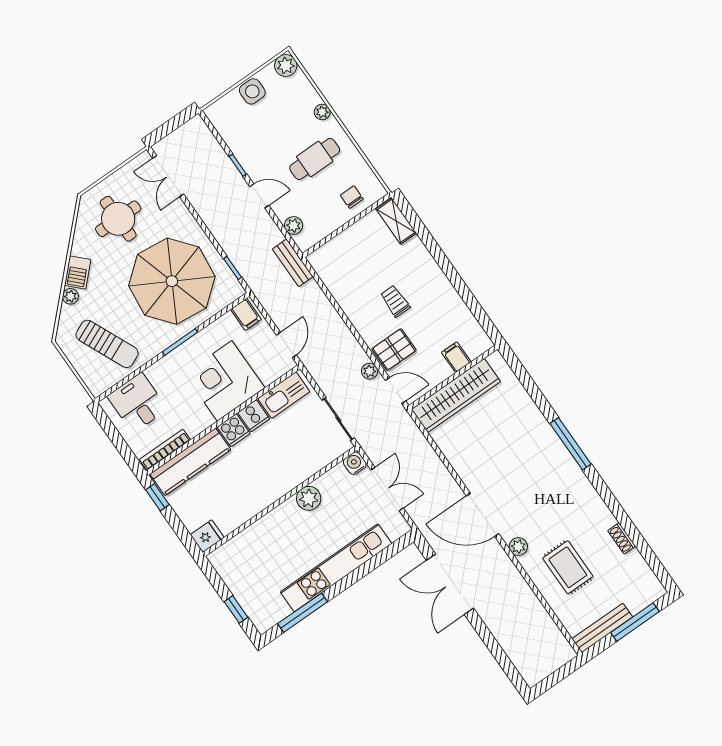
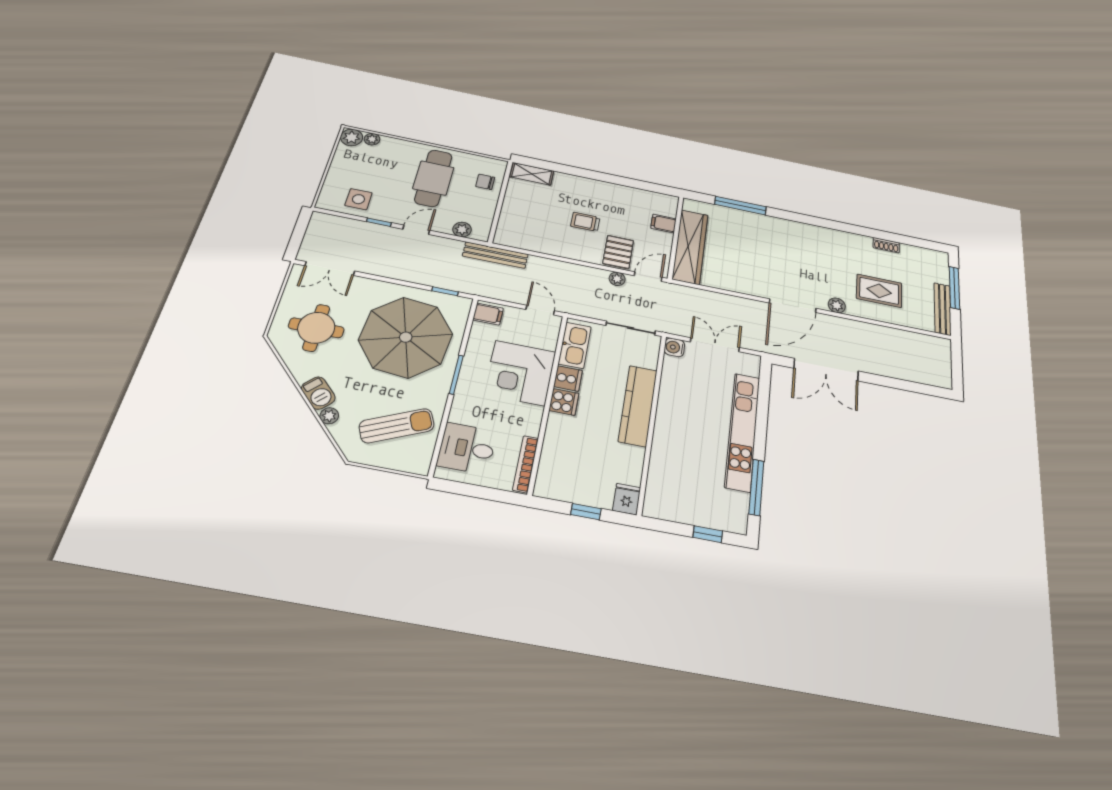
side table: (252, 91) -> (358, 199), moved
plant: (322, 112) -> (372, 139), moved
cafe table: (315, 159) -> (433, 178), width x1.37, depth x1.35
bench: (293, 263) -> (495, 255), width x1.36
window: (571, 444) -> (740, 206), moved
kitchen counter: (190, 462) -> (638, 406), moved, turned 180
window: (157, 497) -> (586, 512), moved
plant: (309, 498) -> (670, 401), removed

